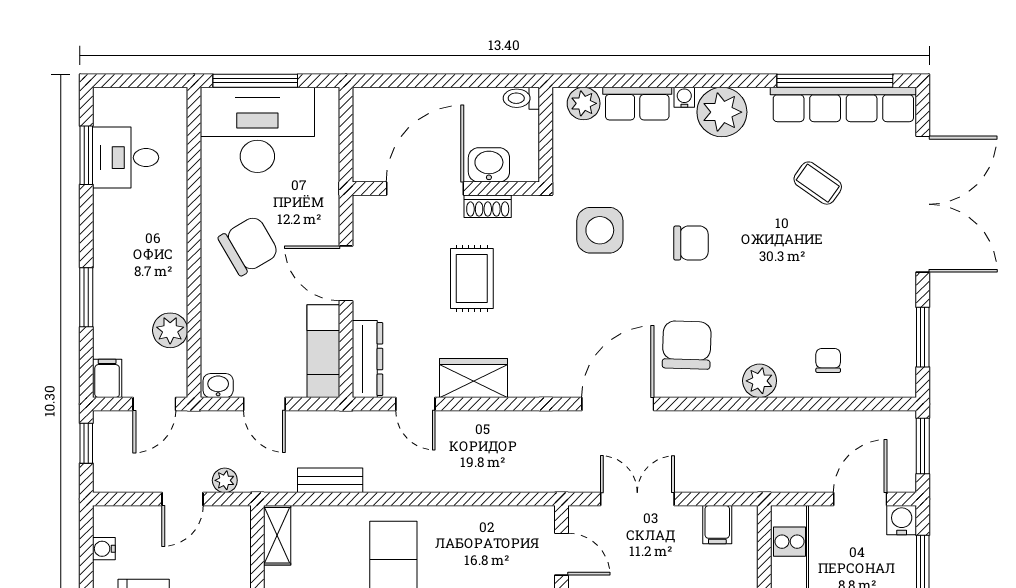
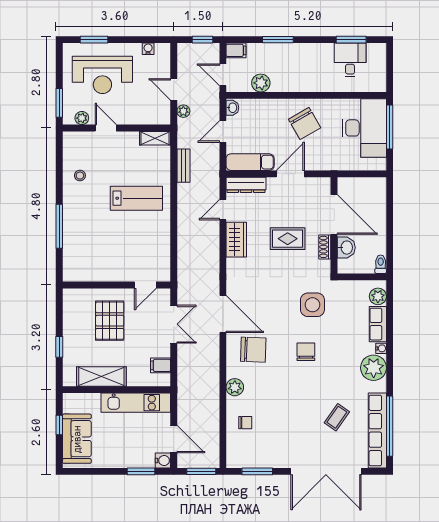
chair: (691, 243) -> (306, 352), turned 180

